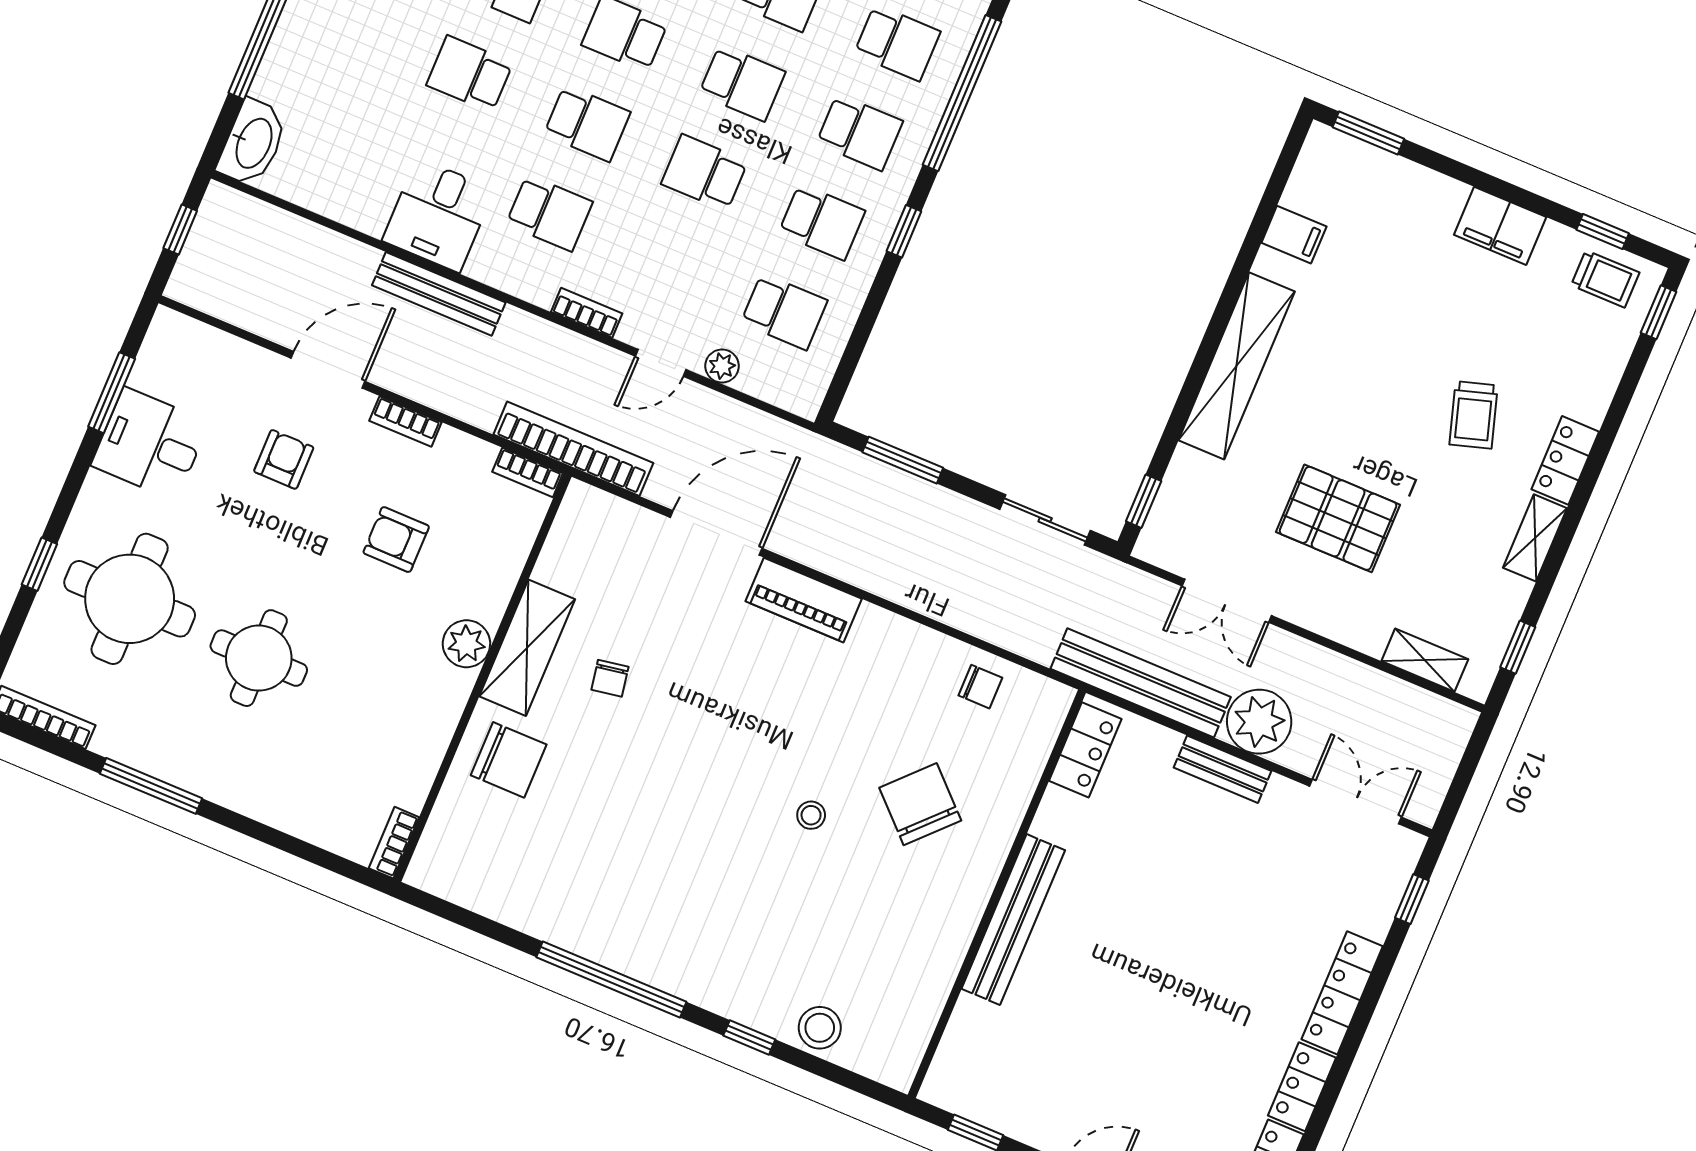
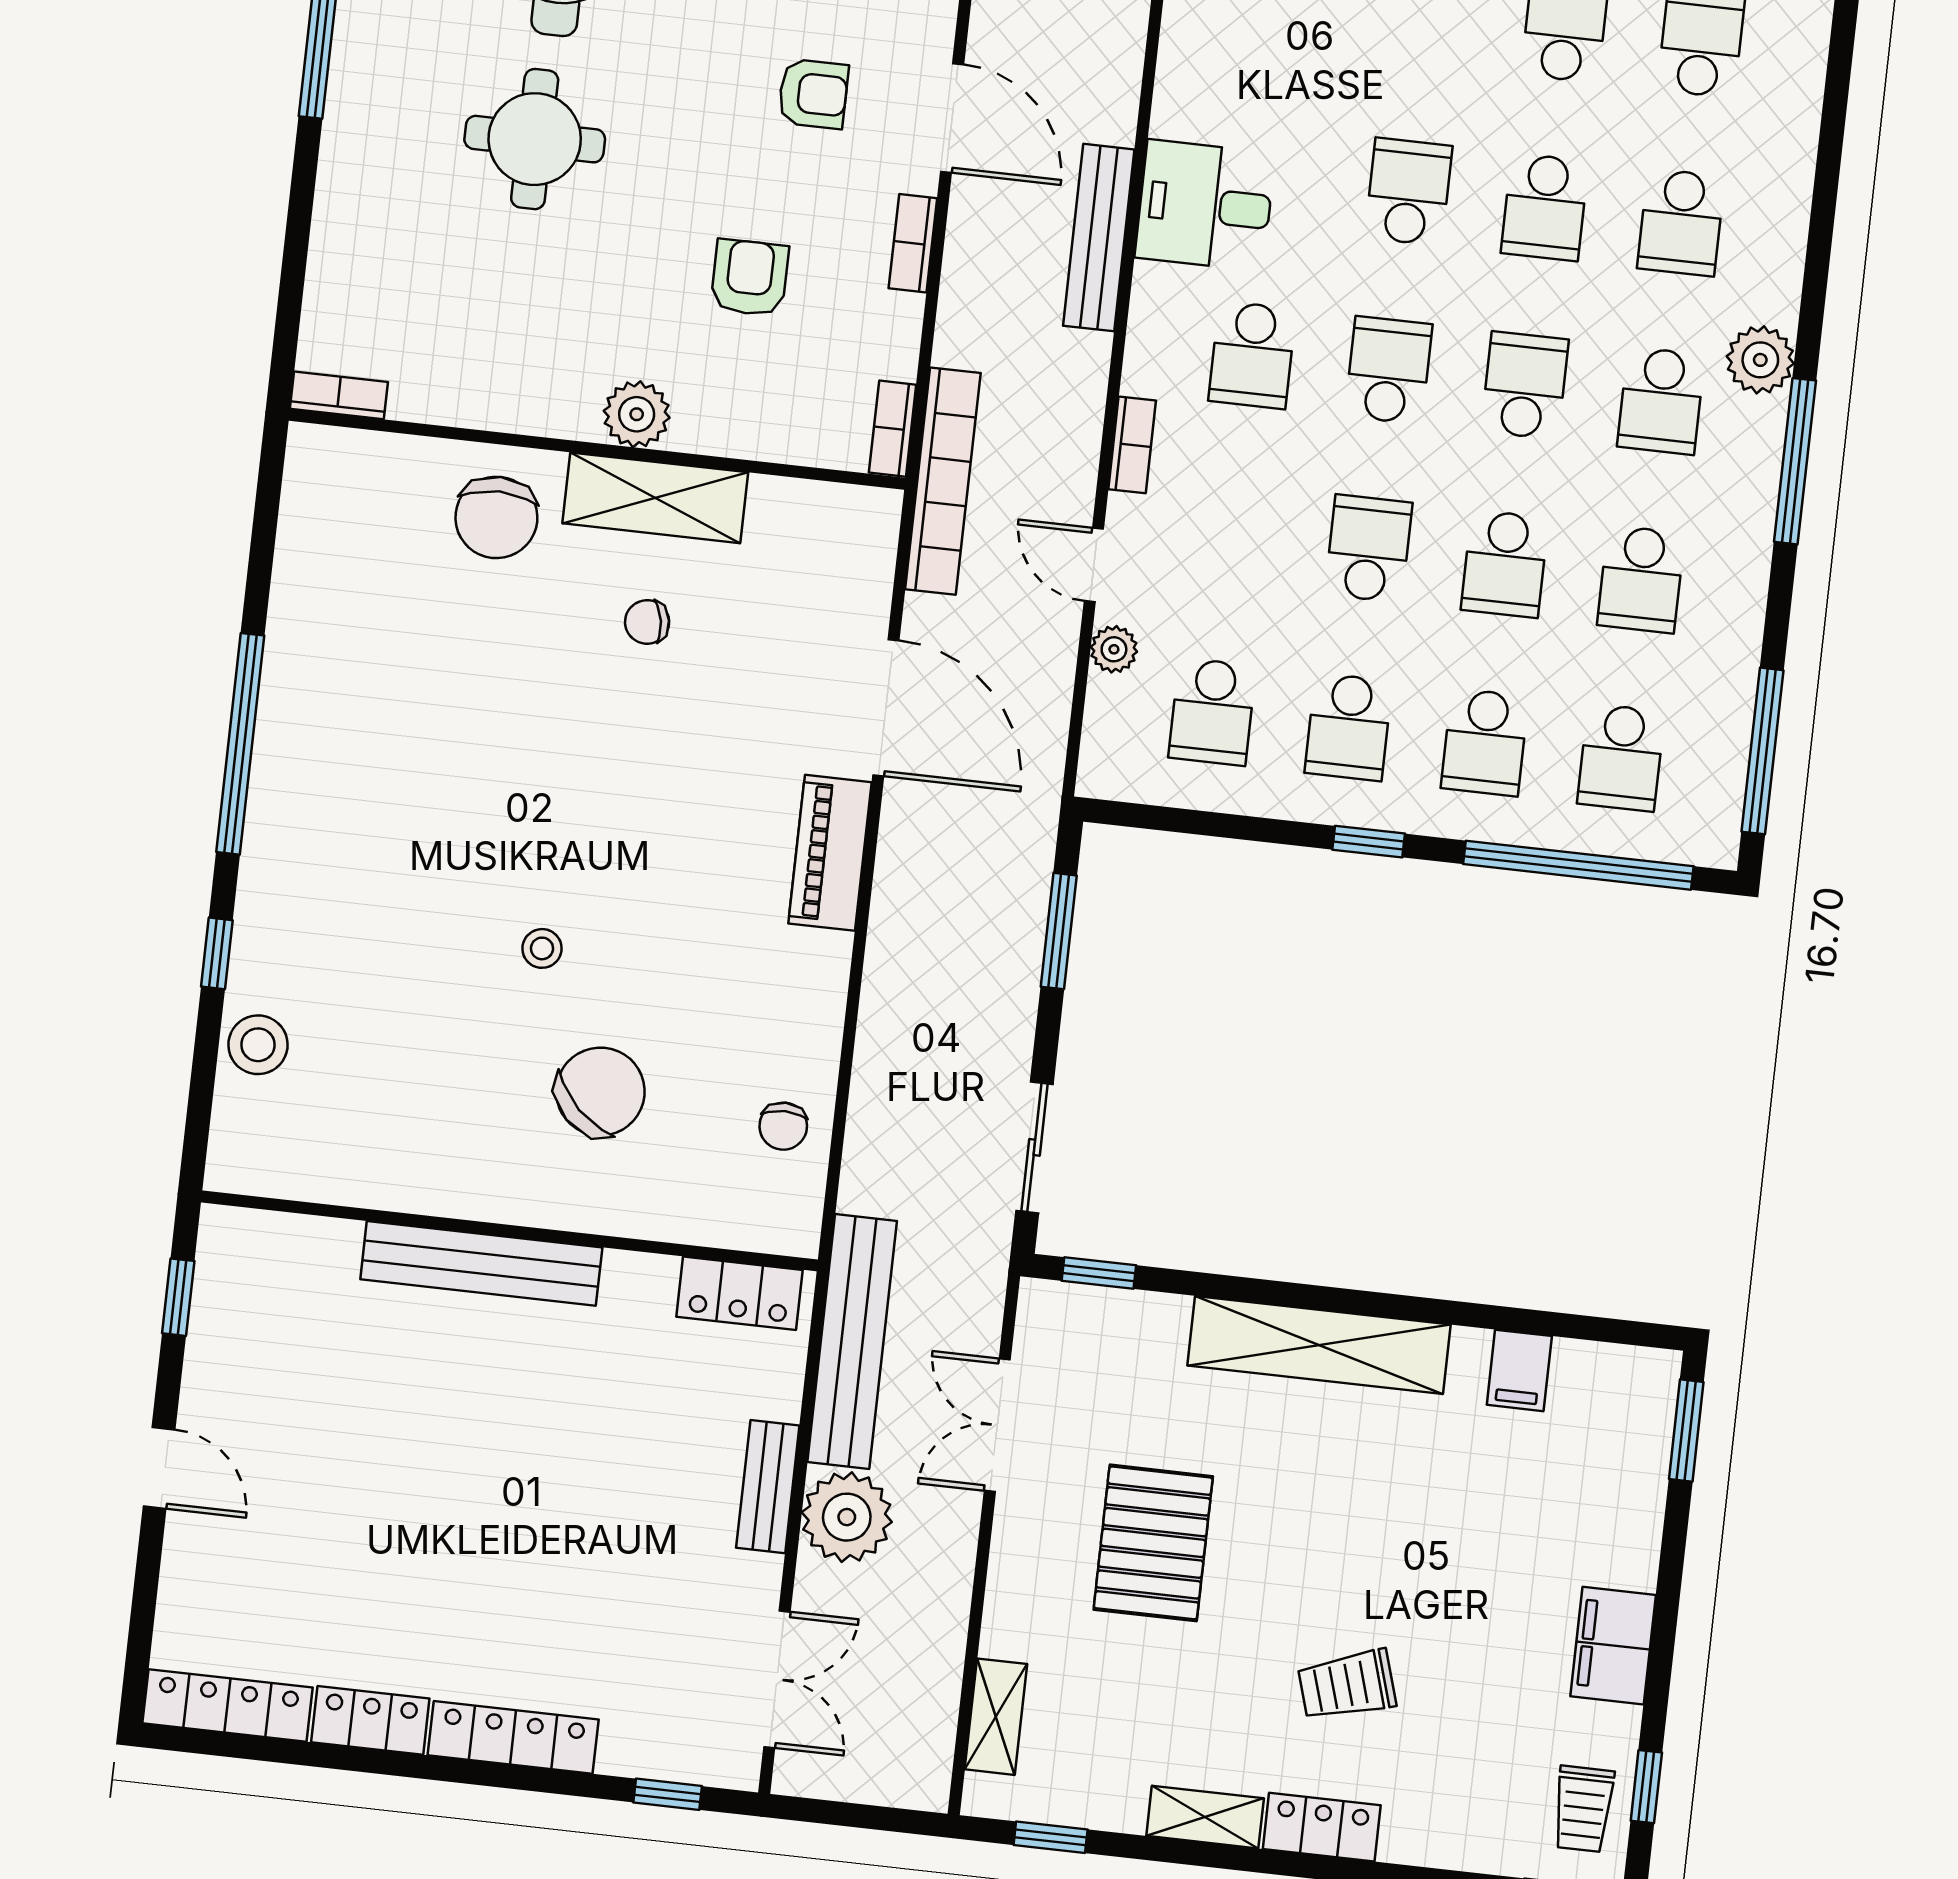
school desk: (587, 123) -> (1388, 370), turned 180

